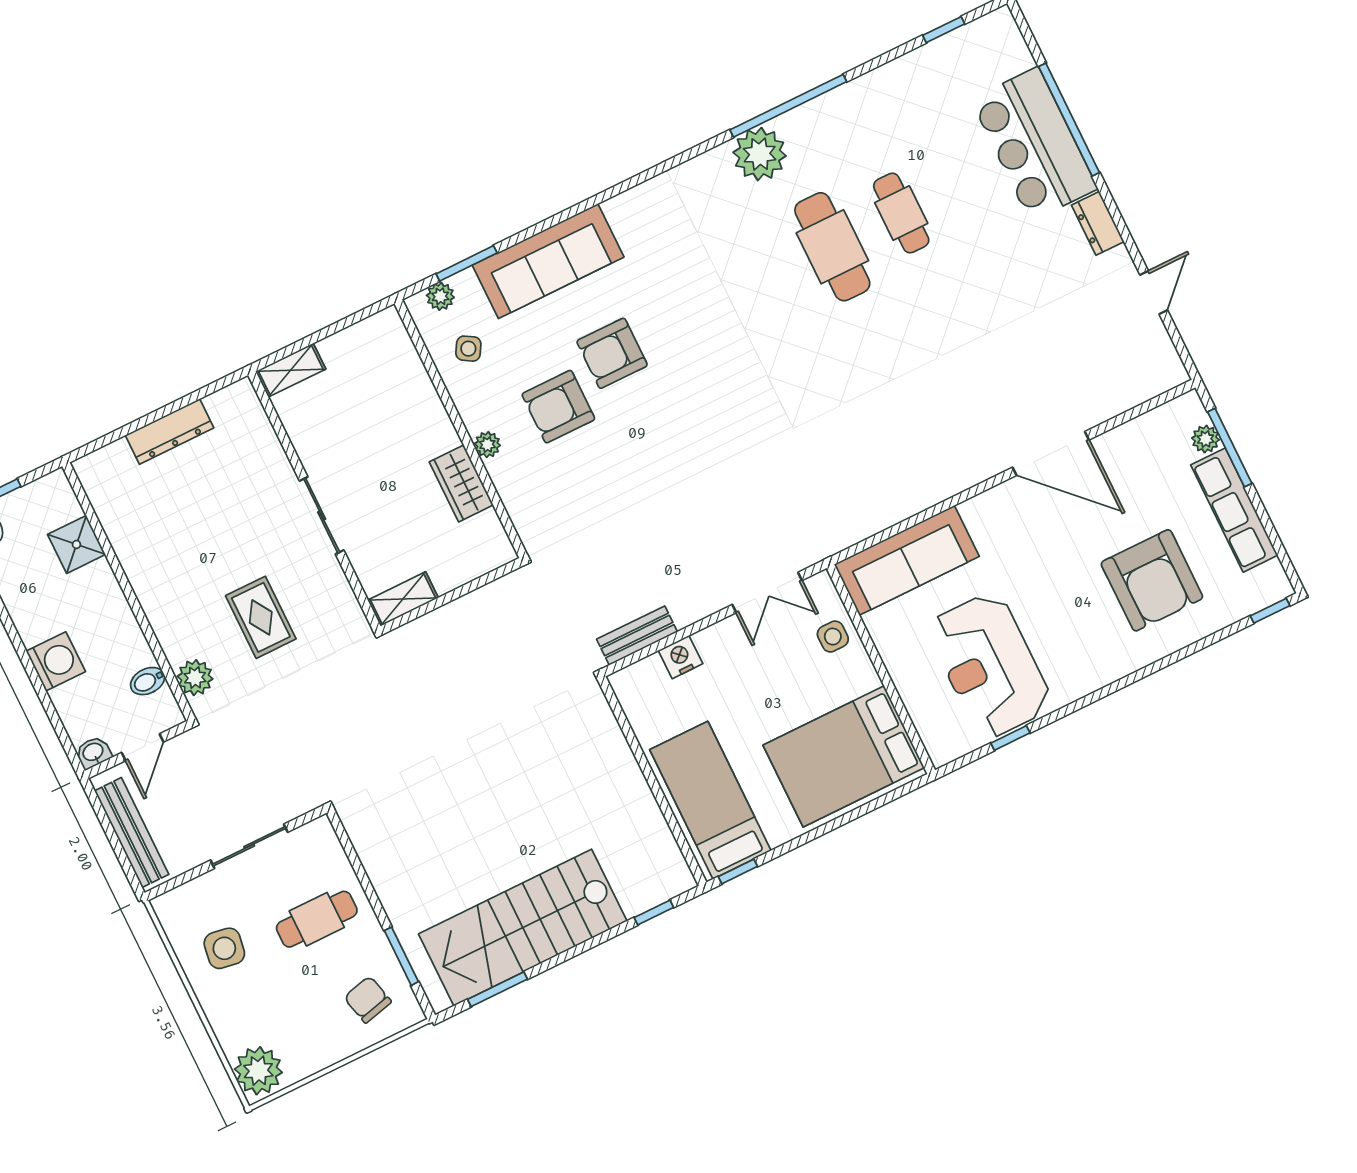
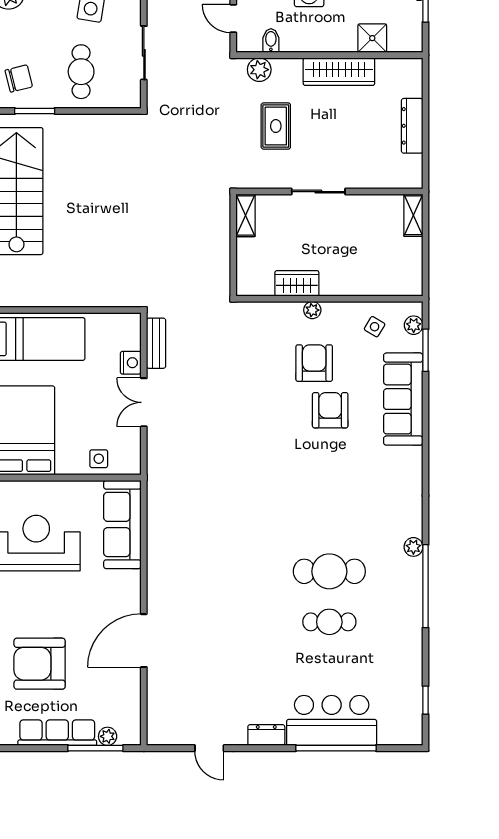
plant: (760, 154) -> (413, 547), width x0.53, depth x0.53
wardrobe: (144, 568) -> (339, 72), added
double door: (767, 592) -> (144, 402), moved
rug: (261, 617) -> (276, 126), turned 90

